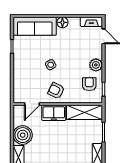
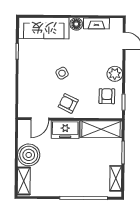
fireplace: (91, 22) -> (96, 23), moved

